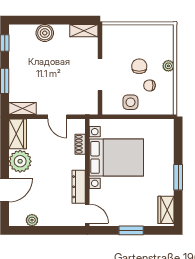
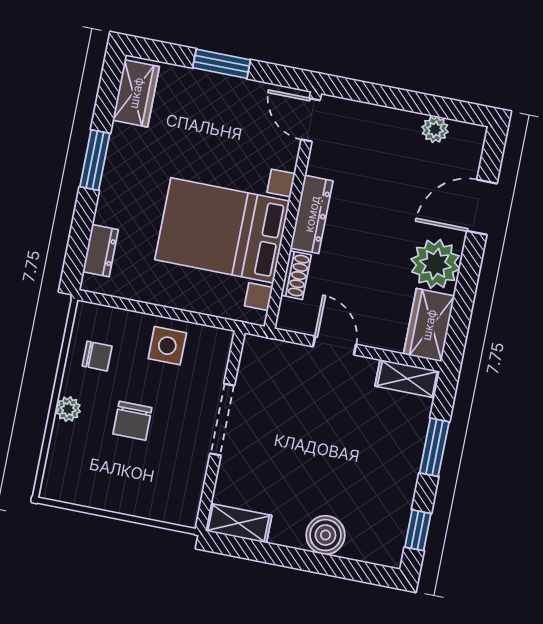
chair: (149, 85) -> (97, 356), moved
dresser: (168, 138) -> (100, 251), added
dresser: (79, 187) -> (312, 214), moved

